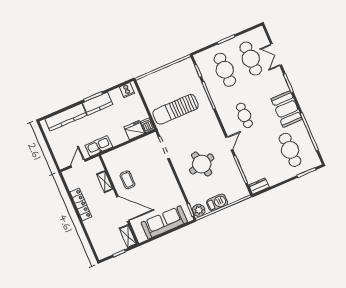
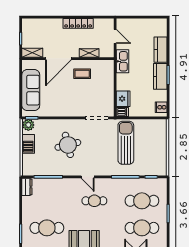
kitchen counter: (66, 117) -> (160, 50), width x0.67
door: (229, 143) -> (88, 177), moved

